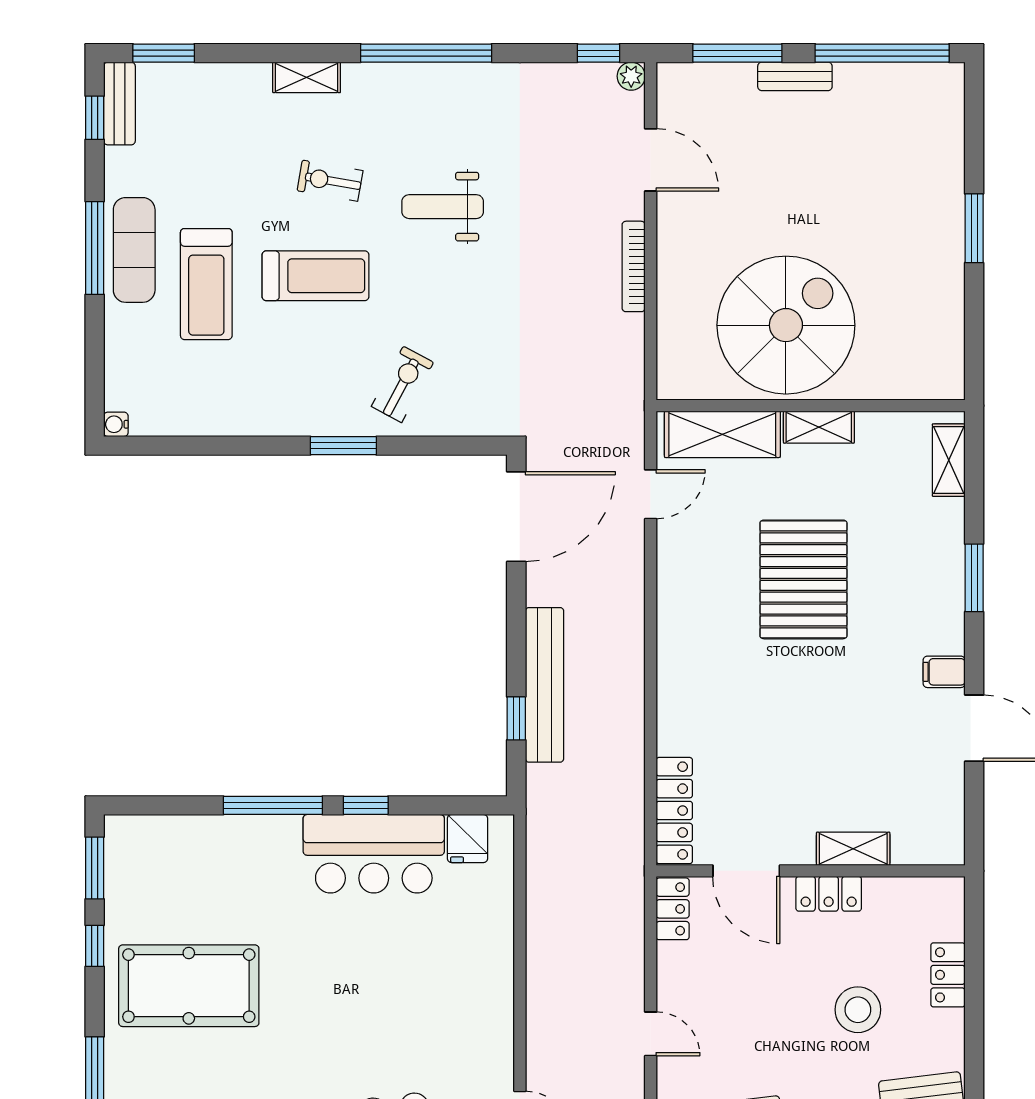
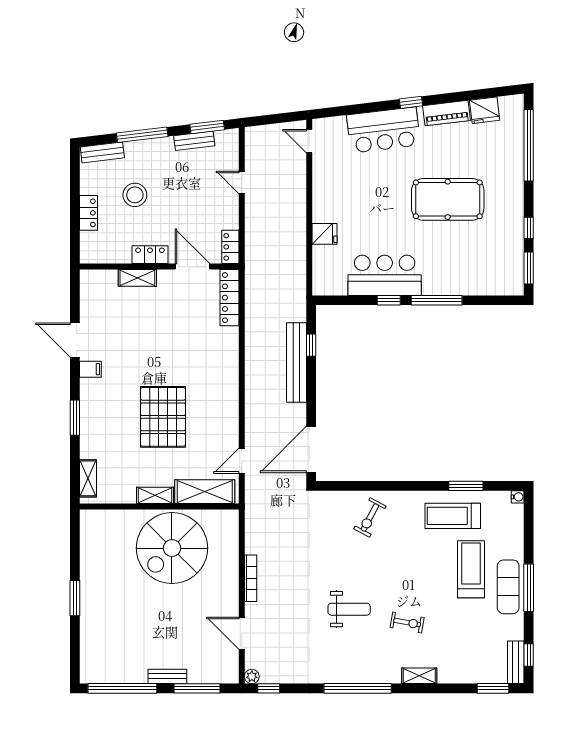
treadmill: (316, 276) -> (453, 516), moved
window: (343, 446) -> (466, 486), moved
fridge: (467, 838) -> (324, 234), moved, turned 90
pool table: (189, 986) -> (448, 199), moved

